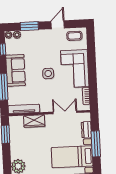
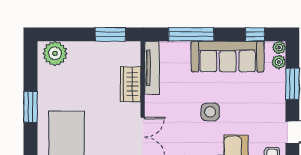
sofa: (16, 70) -> (228, 57), width x1.36

